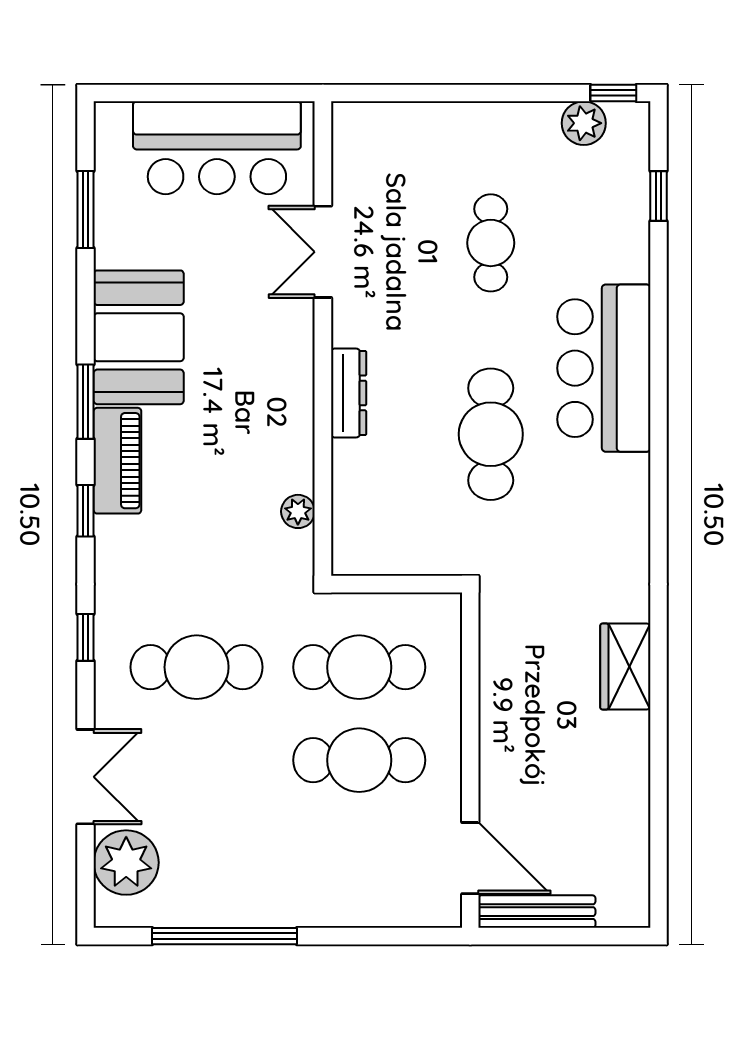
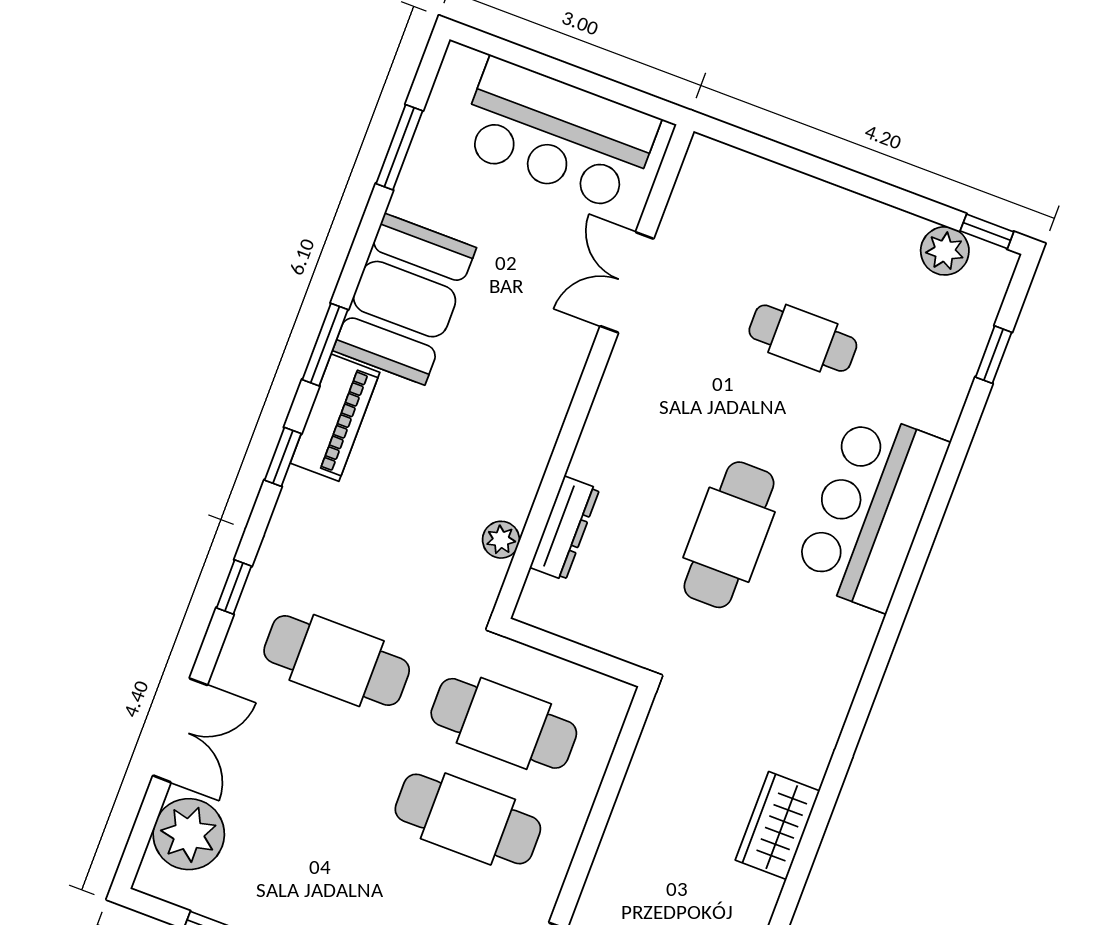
cafe table: (491, 243) -> (803, 338), turned 90
dresser: (349, 393) -> (565, 528), moved

